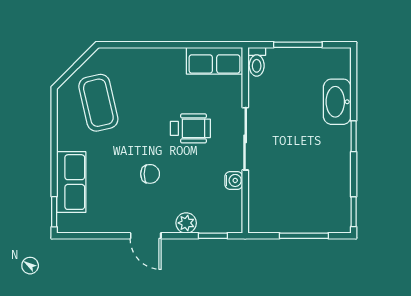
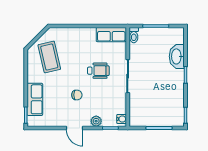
water cooler: (234, 180) -> (122, 119), moved

